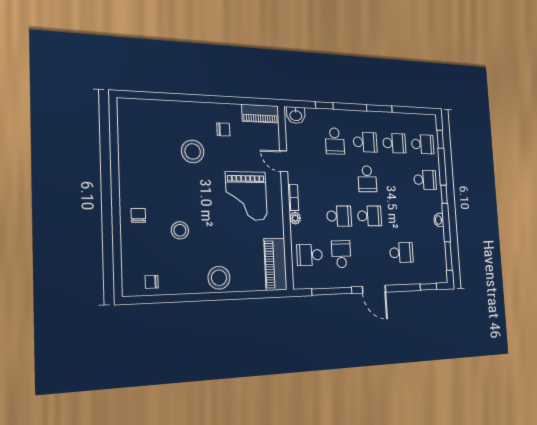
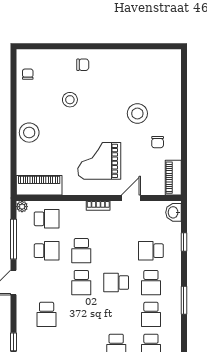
plant: (295, 218) -> (22, 207), moved
school desk: (310, 255) -> (47, 219), turned 90

